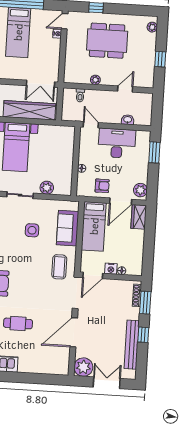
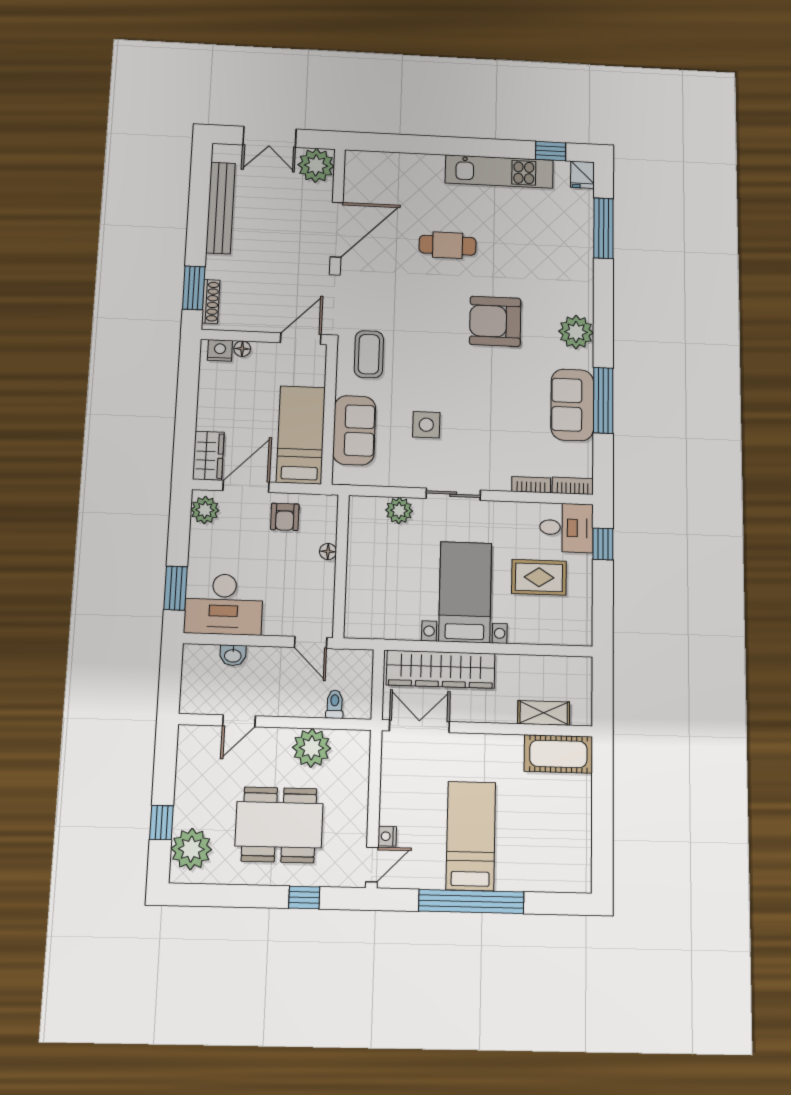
plant: (152, 27) -> (191, 849), width x1.88, depth x1.88
window: (160, 59) -> (161, 823), moved
plant: (95, 80) -> (312, 748), width x1.88, depth x1.88
desk: (117, 143) -> (224, 604), moved
armchair: (102, 186) -> (285, 517), turned -90
nightstand: (111, 269) -> (220, 350), moved
window: (143, 335) -> (197, 227), removed

